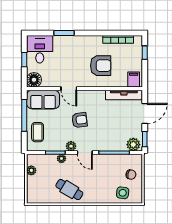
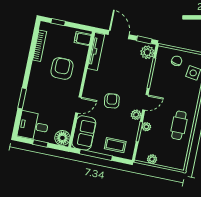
cafe table: (69, 190) -> (179, 125), turned -31

